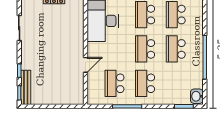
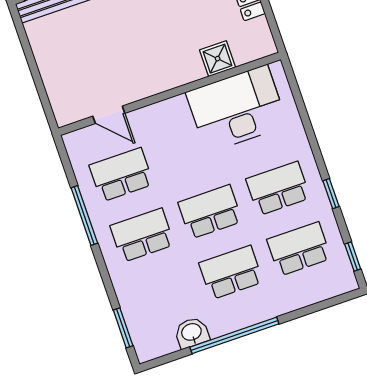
shower: (77, 22) -> (218, 59), added
door: (85, 65) -> (109, 115), moved
washbasin: (197, 96) -> (192, 333), moved

